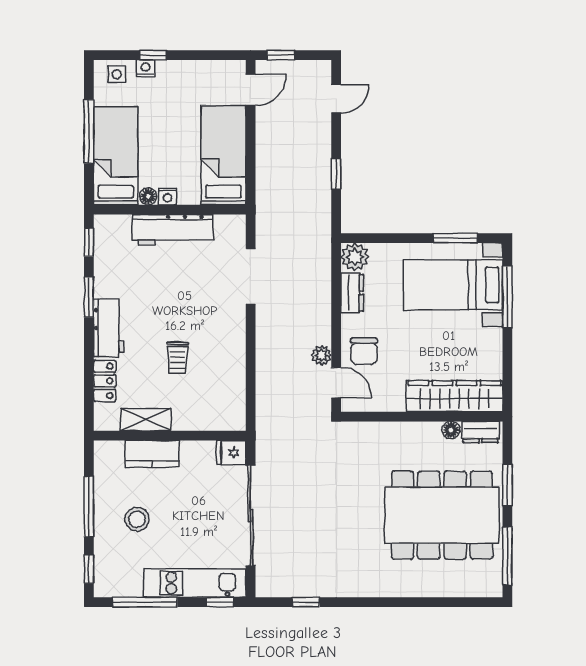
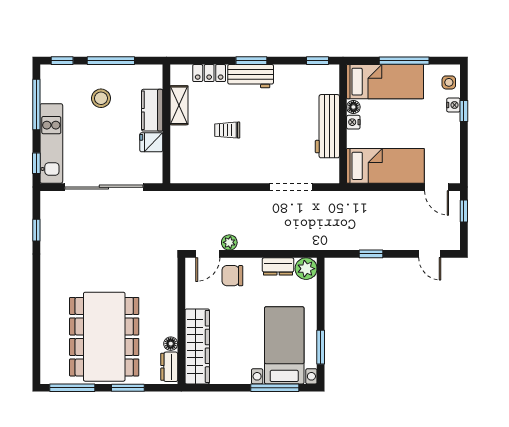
window: (89, 297) -> (251, 61), moved
fridge: (231, 453) -> (151, 142), moved, turned -90

